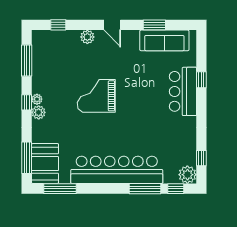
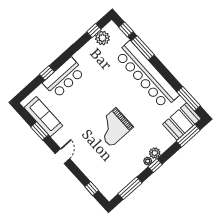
plant: (87, 37) -> (83, 165), removed
grand piano: (96, 96) -> (113, 127), turned 90
plant: (187, 175) -> (102, 38), moved

